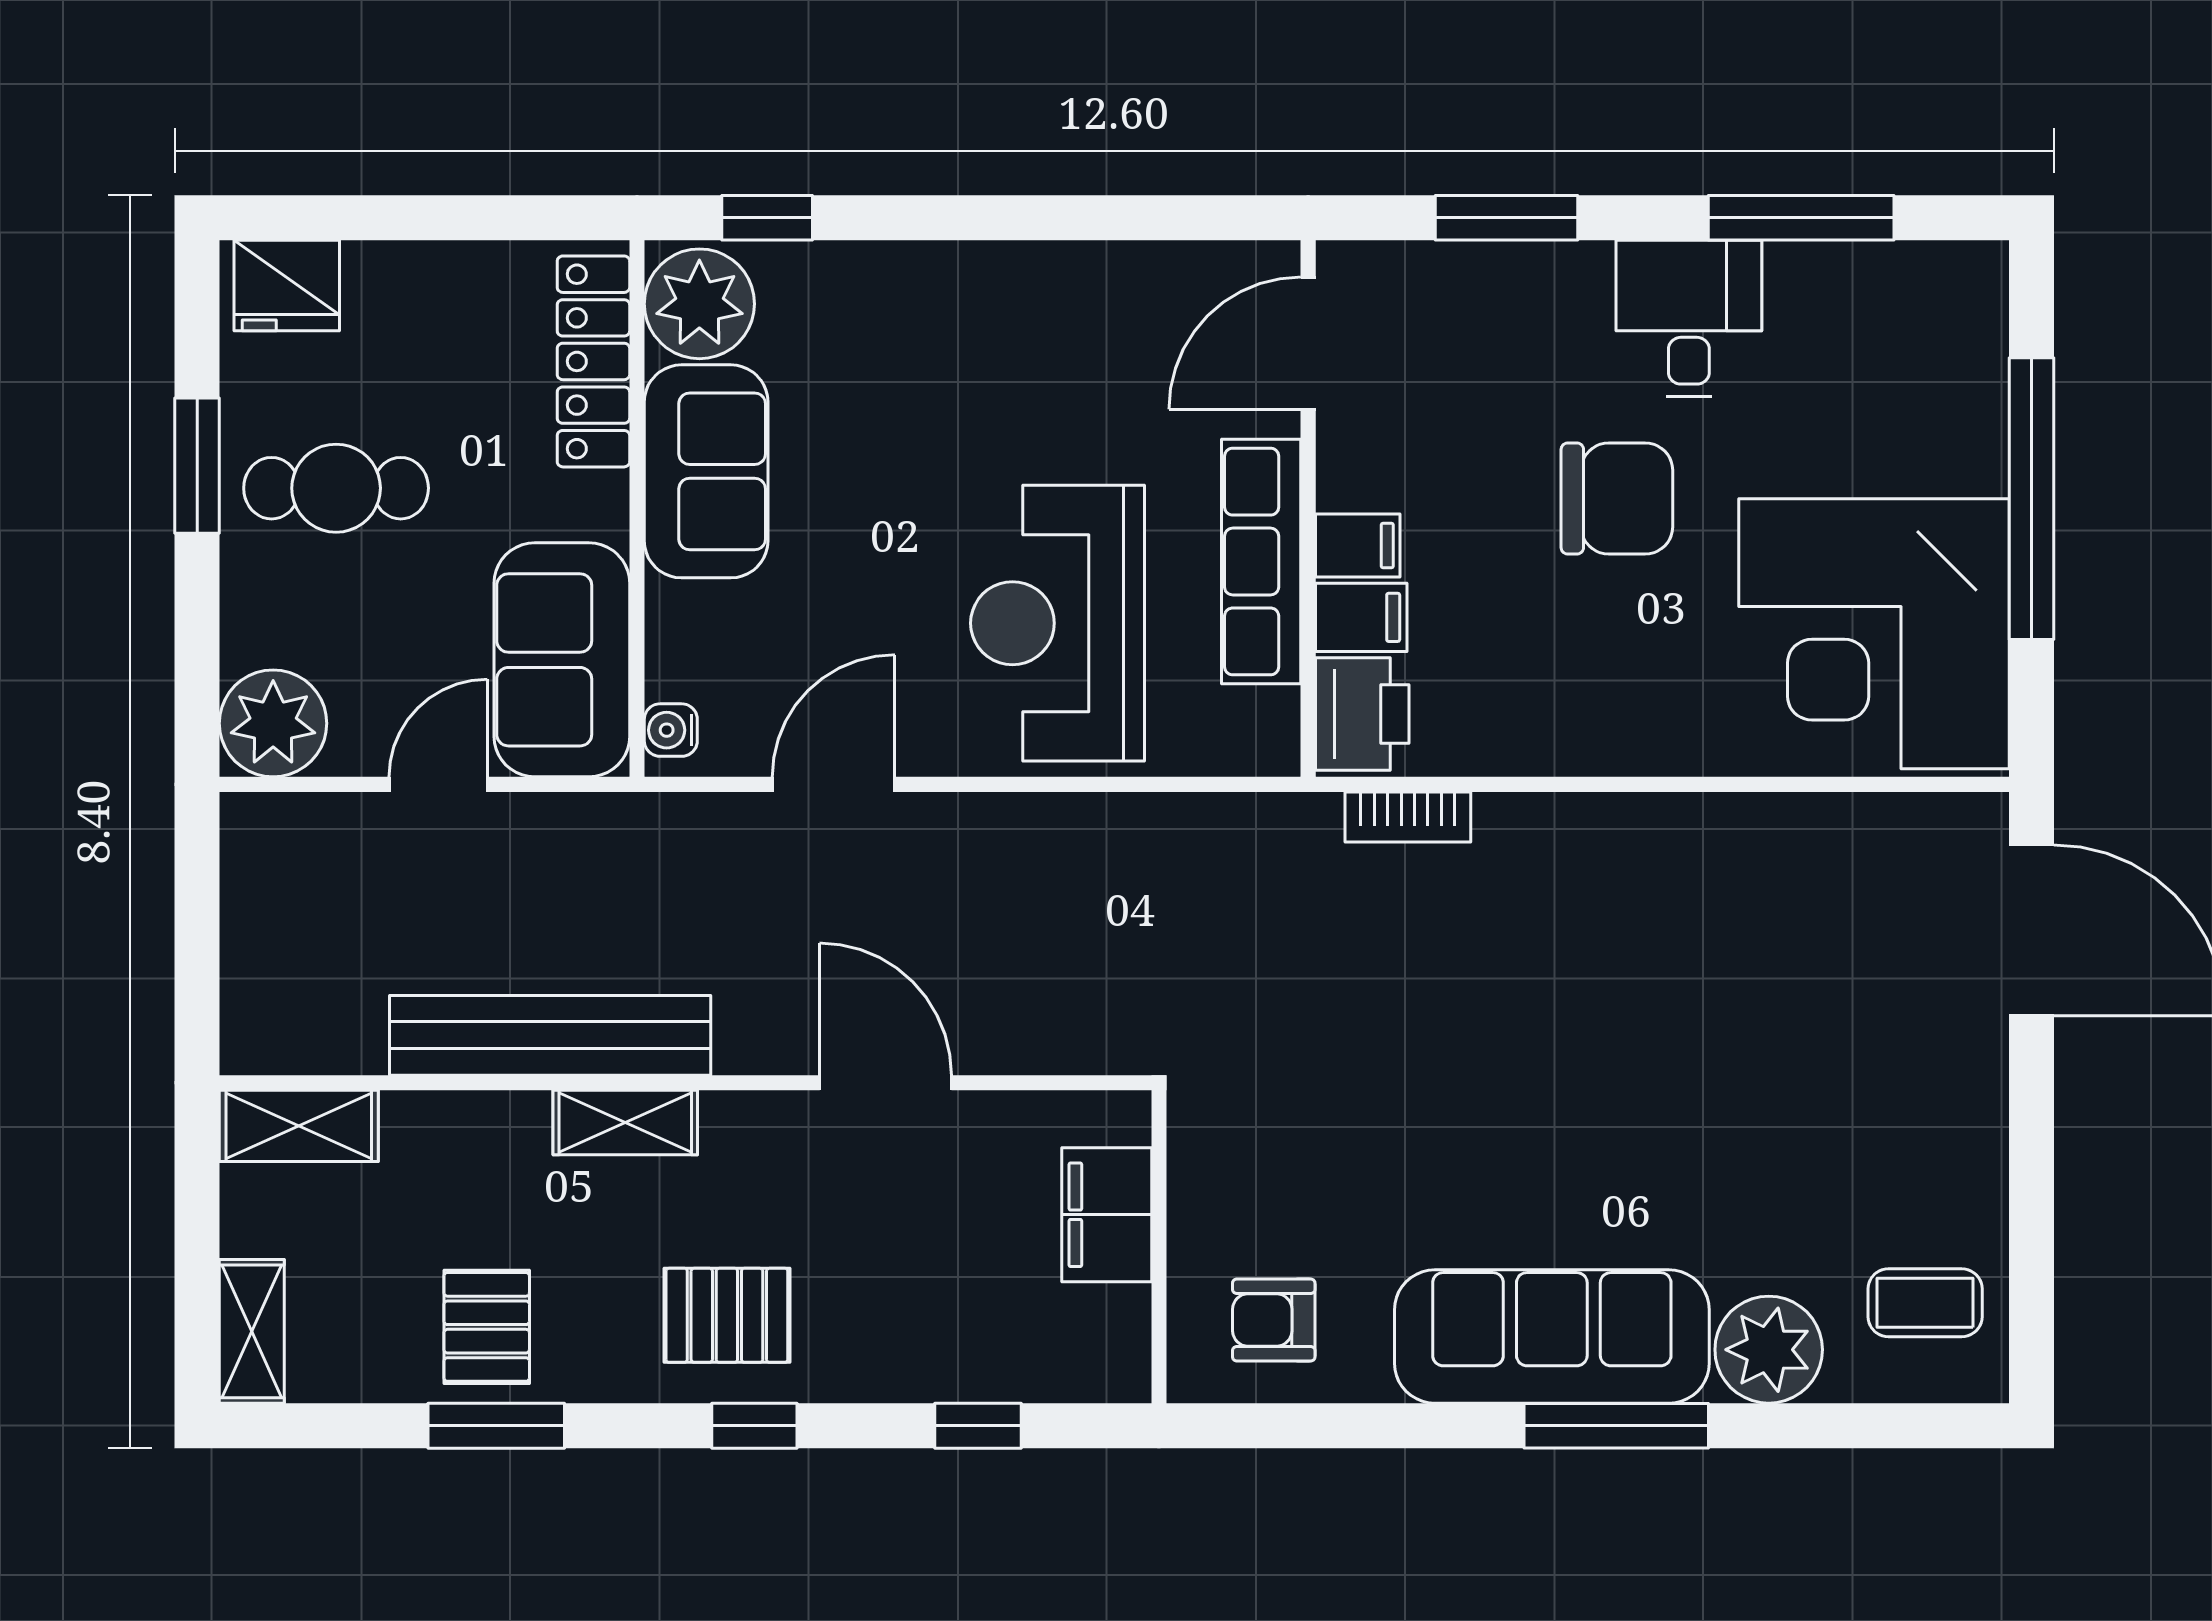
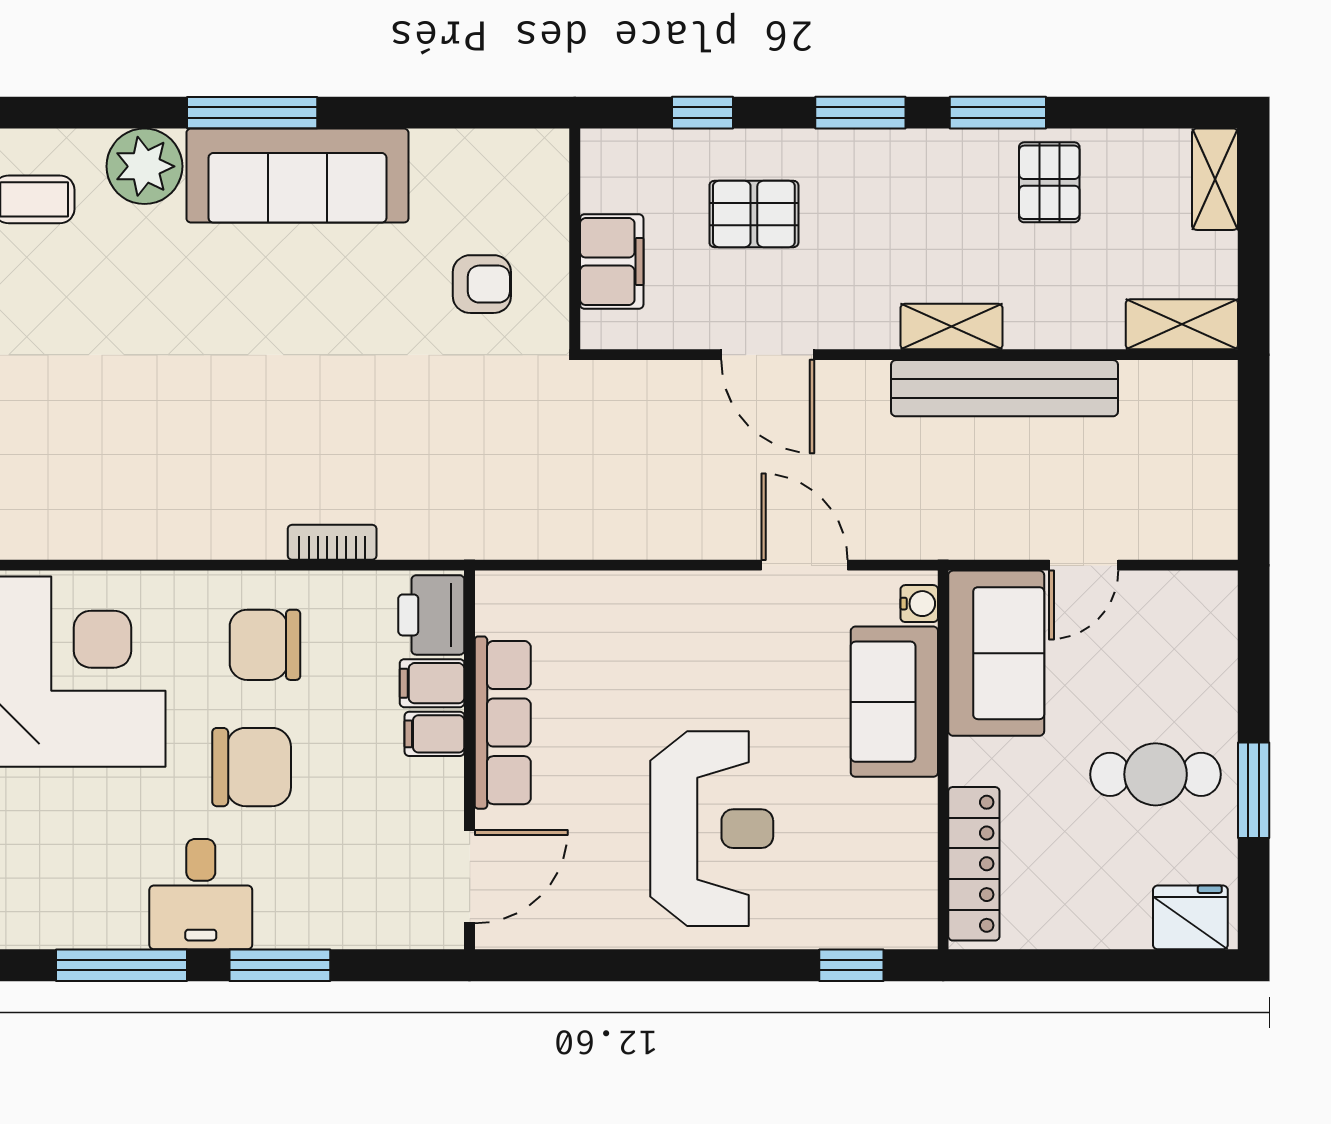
window: (1506, 218) -> (280, 965), moved
plant: (699, 304) -> (899, 904), removed
sofa: (706, 471) -> (894, 702), moved
chair: (1617, 499) -> (252, 767), turned 180
reception desk: (1058, 623) -> (712, 829), moved
chair: (1598, 672) -> (265, 645), added
plant: (273, 723) -> (1200, 608), removed
door: (834, 784) -> (804, 565), swing flipped
bookcase: (1408, 817) -> (332, 542), moved
pallet: (727, 1315) -> (754, 214), moved
armchair: (1274, 1320) -> (482, 284), moved
window: (496, 1426) -> (998, 113), moved
window: (754, 1426) -> (860, 113), width x1.50

